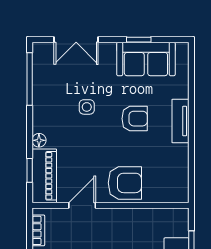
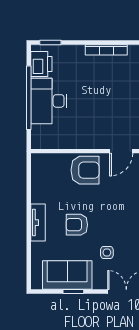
side table: (87, 107) -> (107, 252), moved
armchair: (125, 183) -> (85, 170), turned 180

